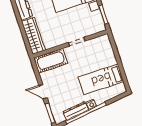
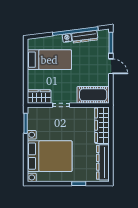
wardrobe: (99, 43) -> (39, 97), added

